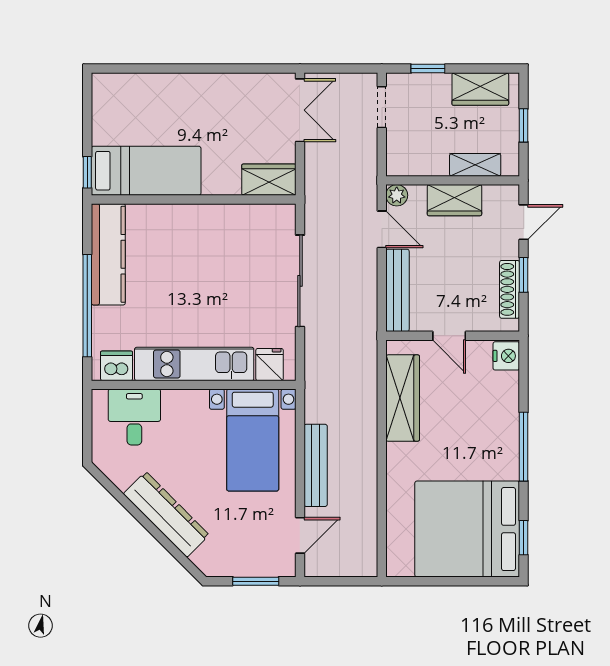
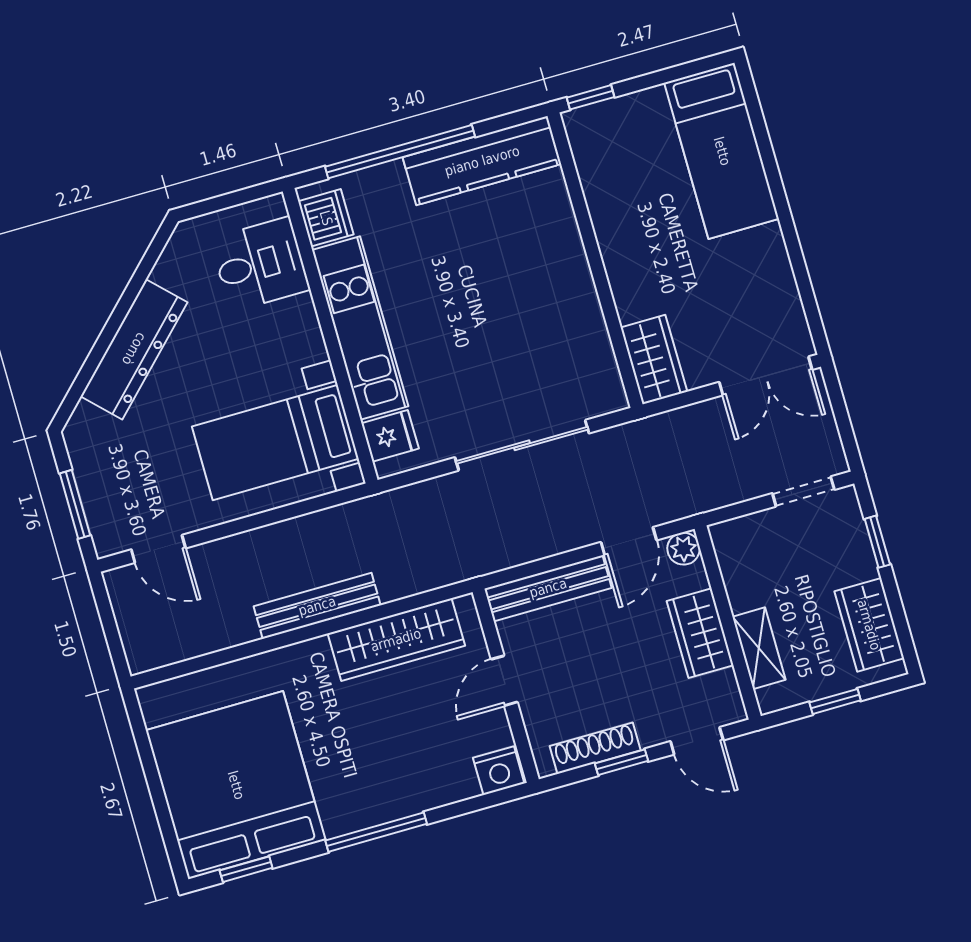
bed: (146, 171) -> (722, 151), moved
bench: (316, 465) -> (317, 606), moved

